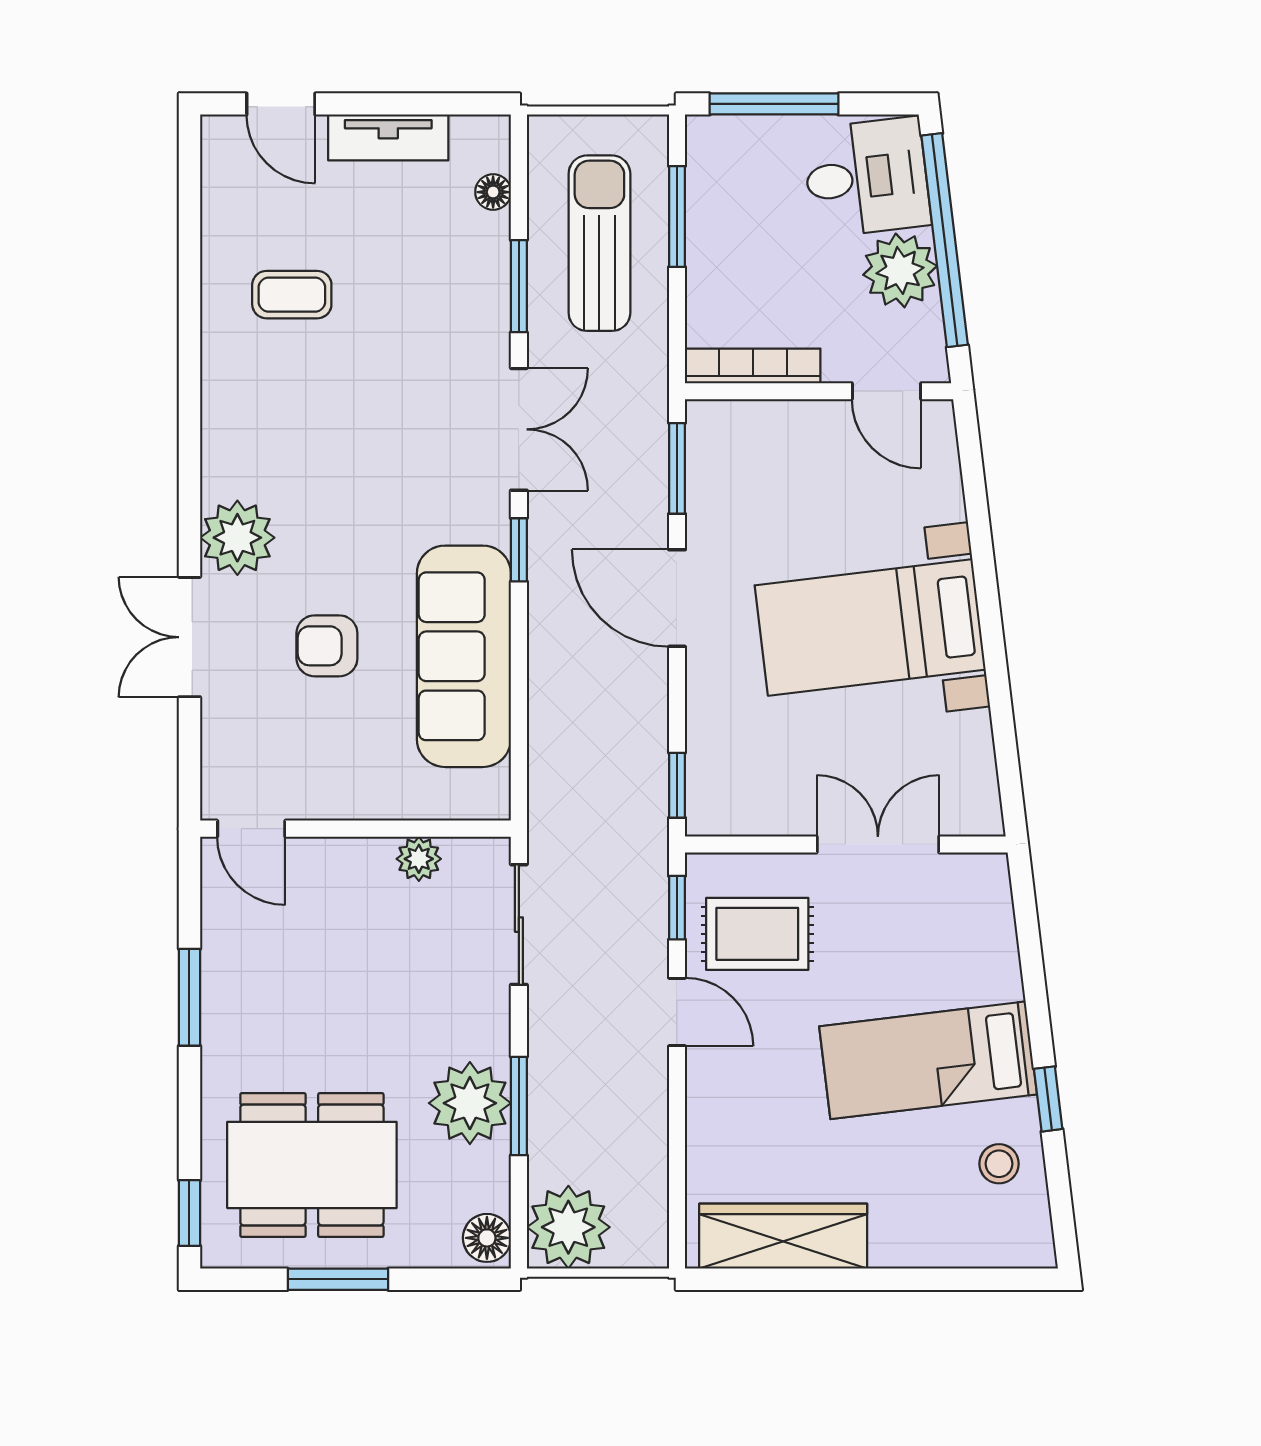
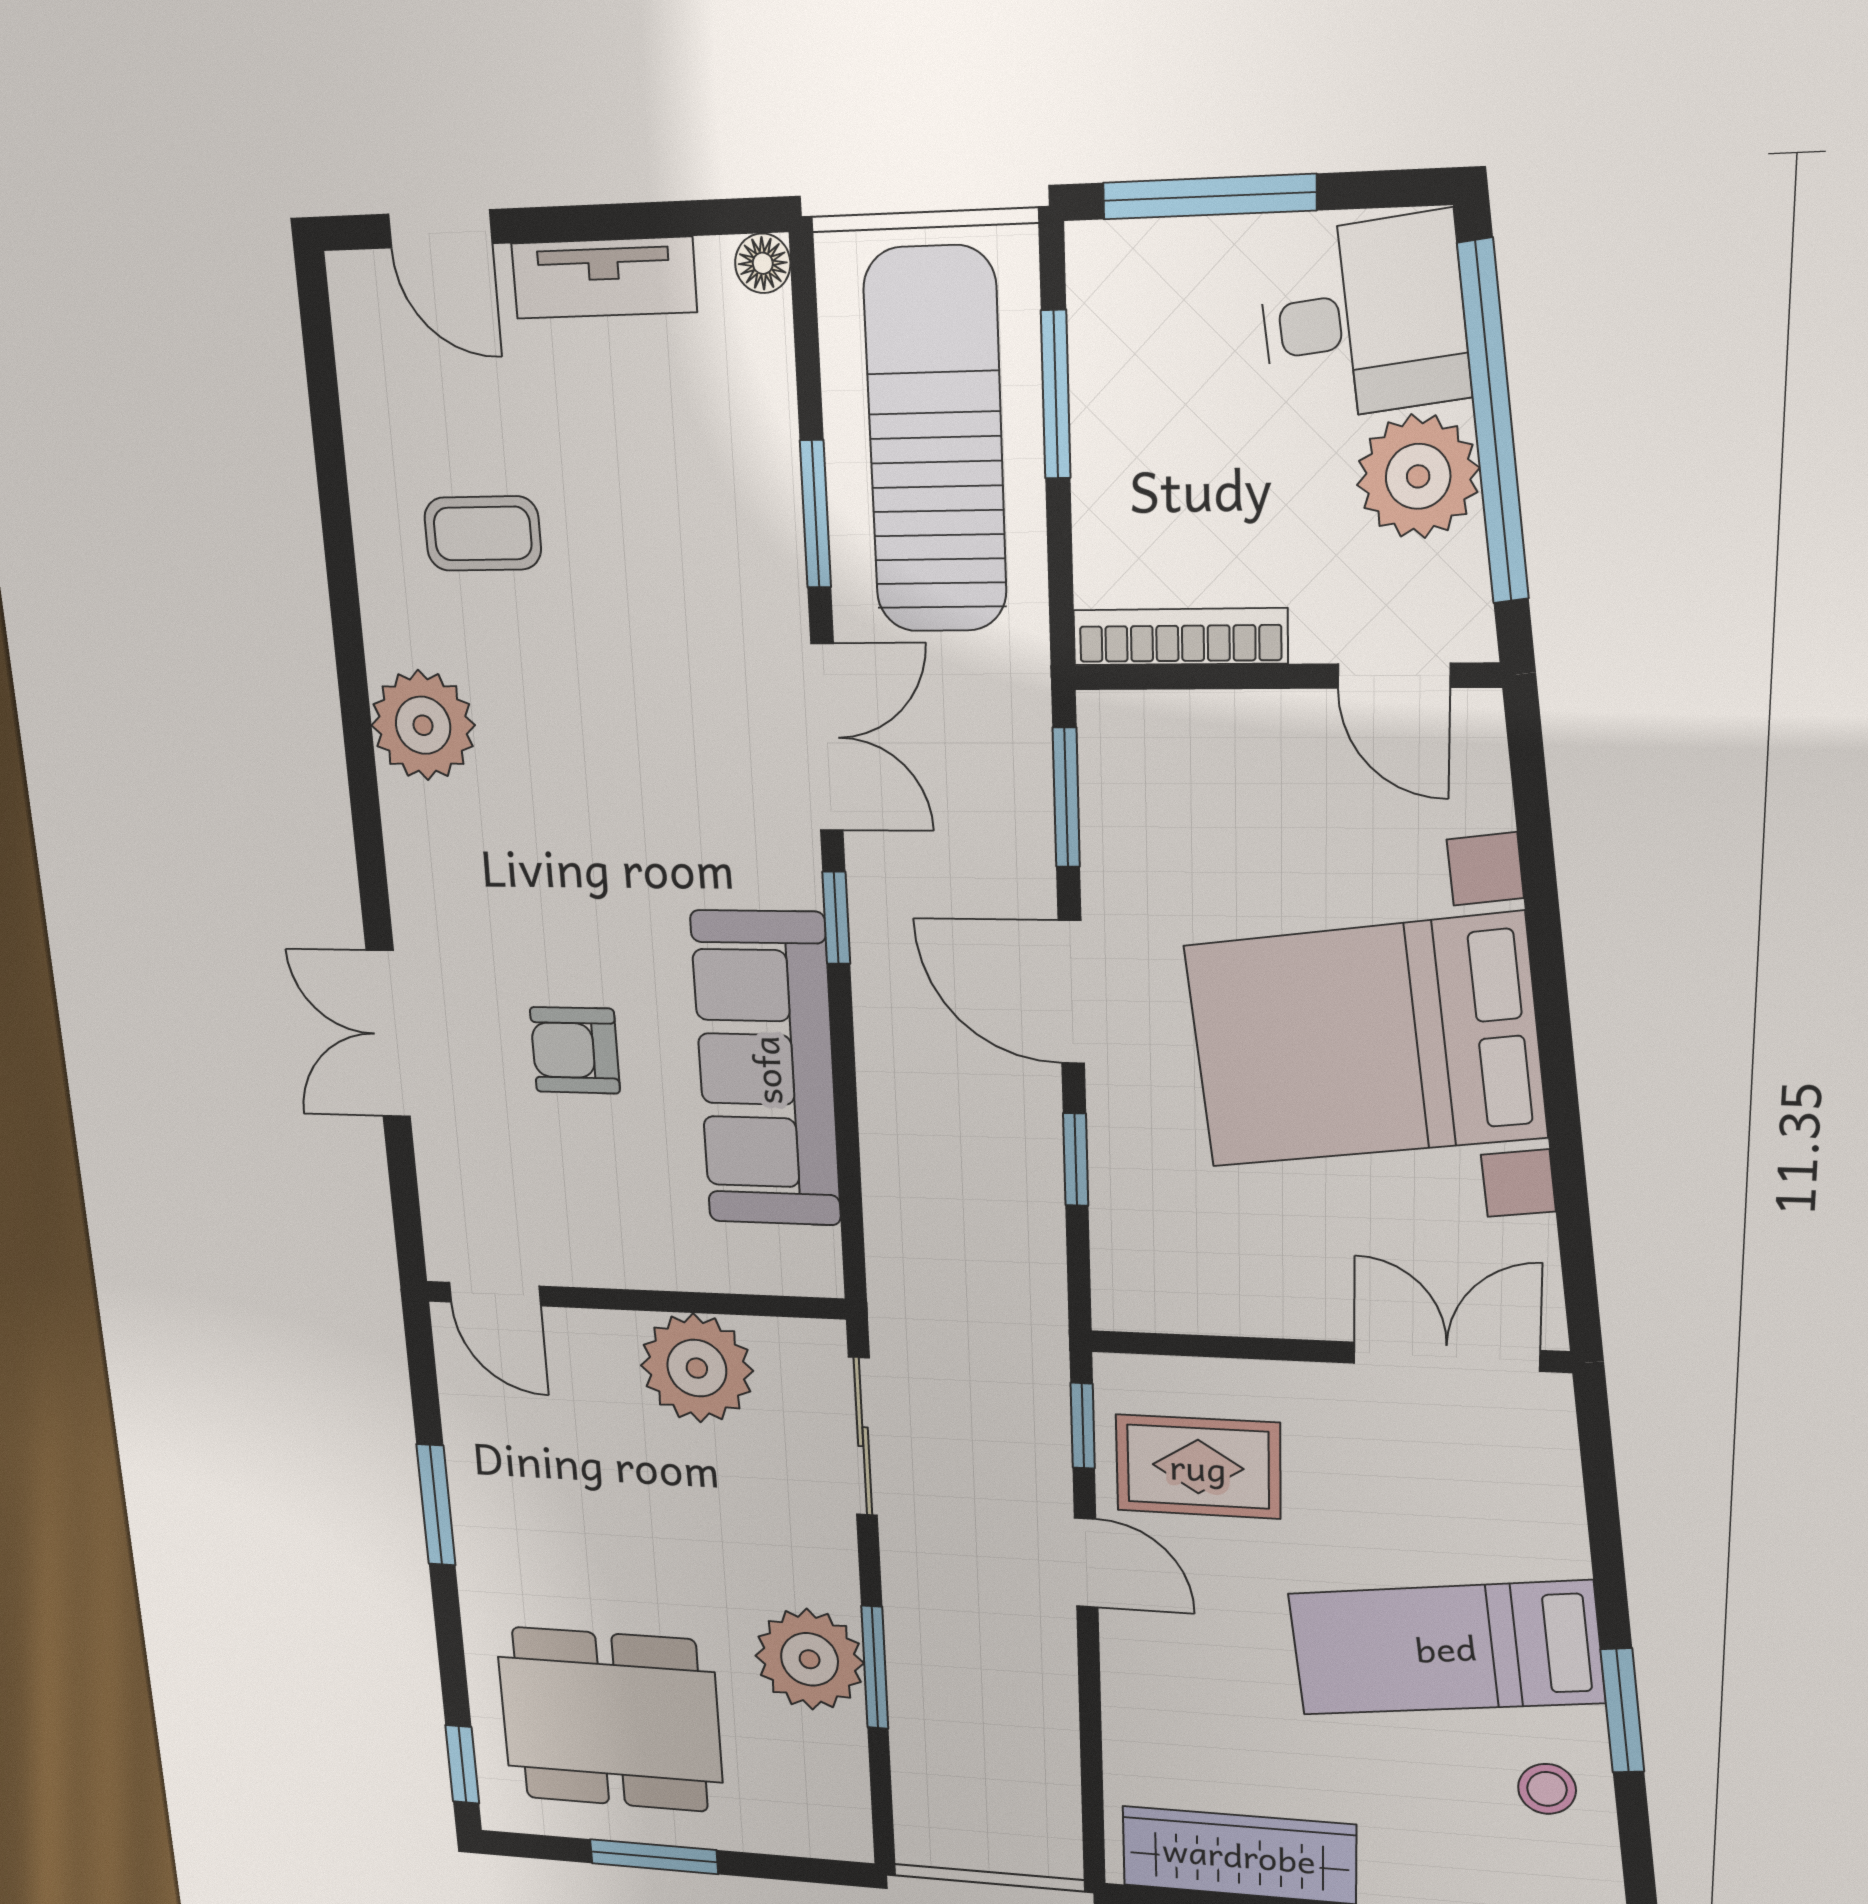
floor lamp: (493, 192) -> (763, 263), moved
sun lounger: (599, 243) -> (936, 442), width x1.36, depth x1.34
plant: (237, 538) -> (423, 725), moved
bed with nightstands: (870, 627) -> (1365, 1041), width x1.36
window: (677, 785) -> (1076, 1160), moved
double door: (878, 844) -> (1447, 1357), moved
plant: (419, 859) -> (697, 1368), width x1.88, depth x1.88
window: (1048, 1099) -> (1622, 1711), width x1.50
plant: (568, 1227) -> (948, 1820), removed
floor lamp: (487, 1238) -> (841, 1824), removed

